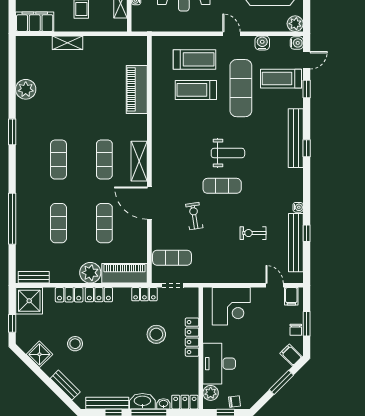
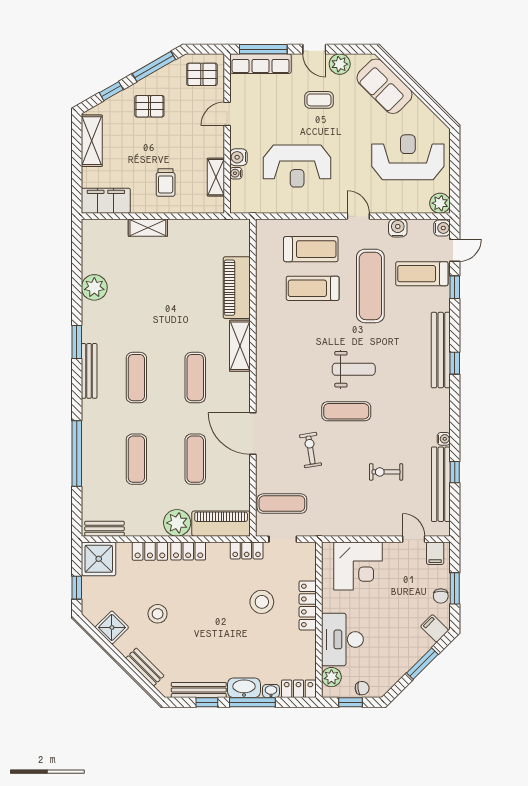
bench: (22, 154) -> (89, 371), added
shelving: (139, 161) -> (240, 346), moved

